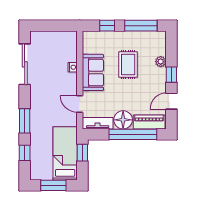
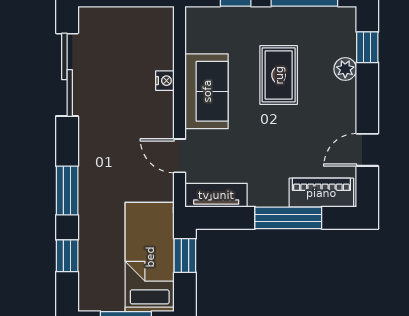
window: (171, 75) -> (367, 47), moved
floor lamp: (123, 120) -> (268, 188), removed
window: (133, 134) -> (288, 218), width x0.68

